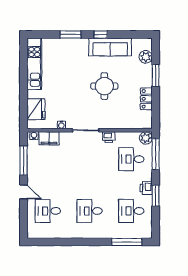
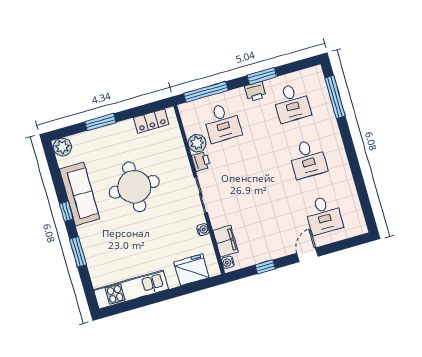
plant: (146, 57) -> (62, 147), moved
round table: (104, 86) -> (134, 187), width x1.36, depth x1.36
locker: (146, 99) -> (151, 121), moved
plant: (146, 138) -> (197, 143), moved
window: (24, 161) -> (265, 267), width x0.46

